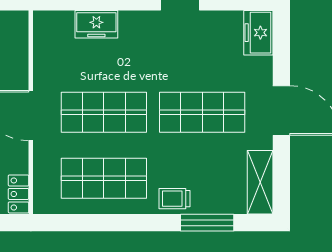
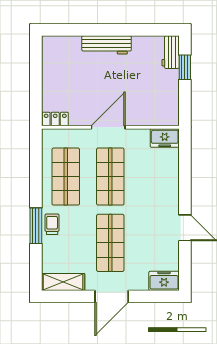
freezer: (96, 24) -> (165, 138), moved, turned -90
window: (207, 223) -> (36, 226), moved

